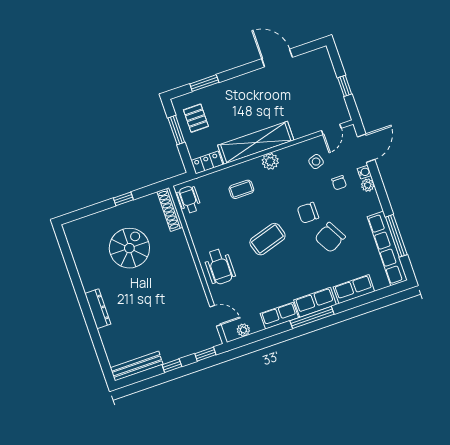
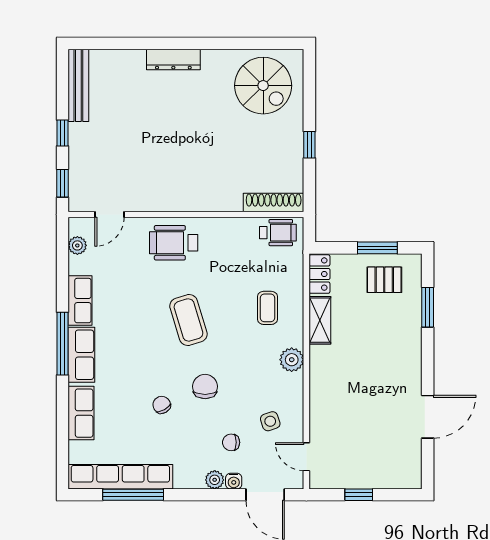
shelving: (256, 143) -> (320, 320), width x0.45, depth x0.75
chair: (330, 237) -> (162, 405), width x0.54, depth x0.54
spiral stairs: (129, 248) -> (263, 86), moved

